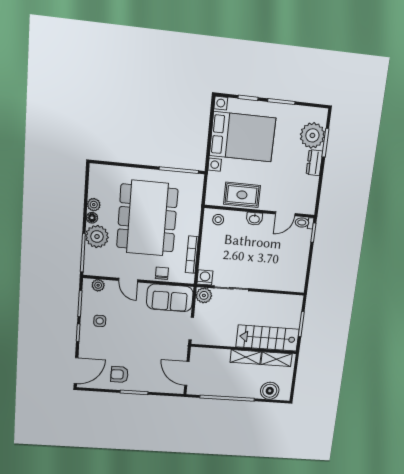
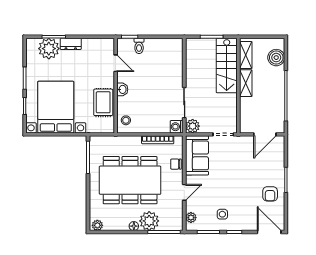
plant: (94, 205) -> (97, 225), moved
toilet: (304, 223) -> (139, 46), moved

